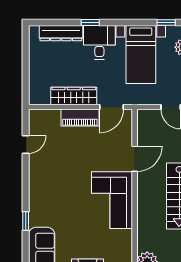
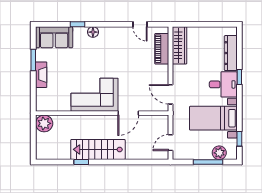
wardrobe: (74, 96) -> (179, 45), moved
piano: (80, 118) -> (162, 49), moved
door: (135, 159) -> (128, 113), hinge flipped
floor lamp: (35, 202) -> (93, 32), added

